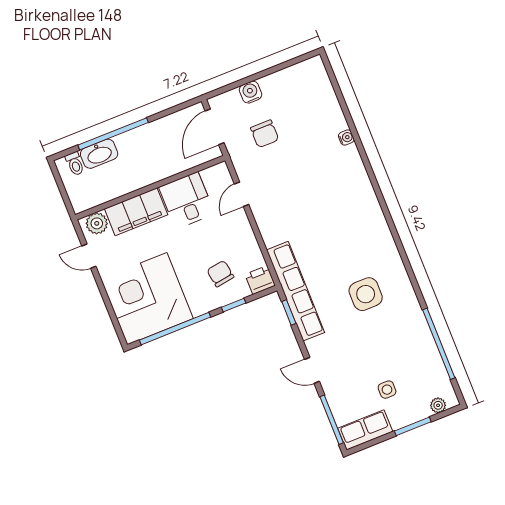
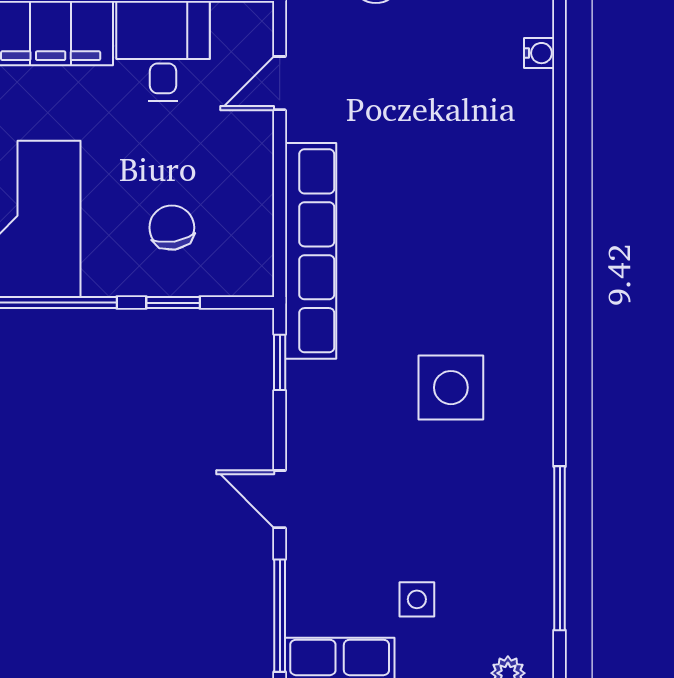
printer: (260, 280) -> (248, 273), removed
row of seats: (296, 291) -> (311, 251), moved

